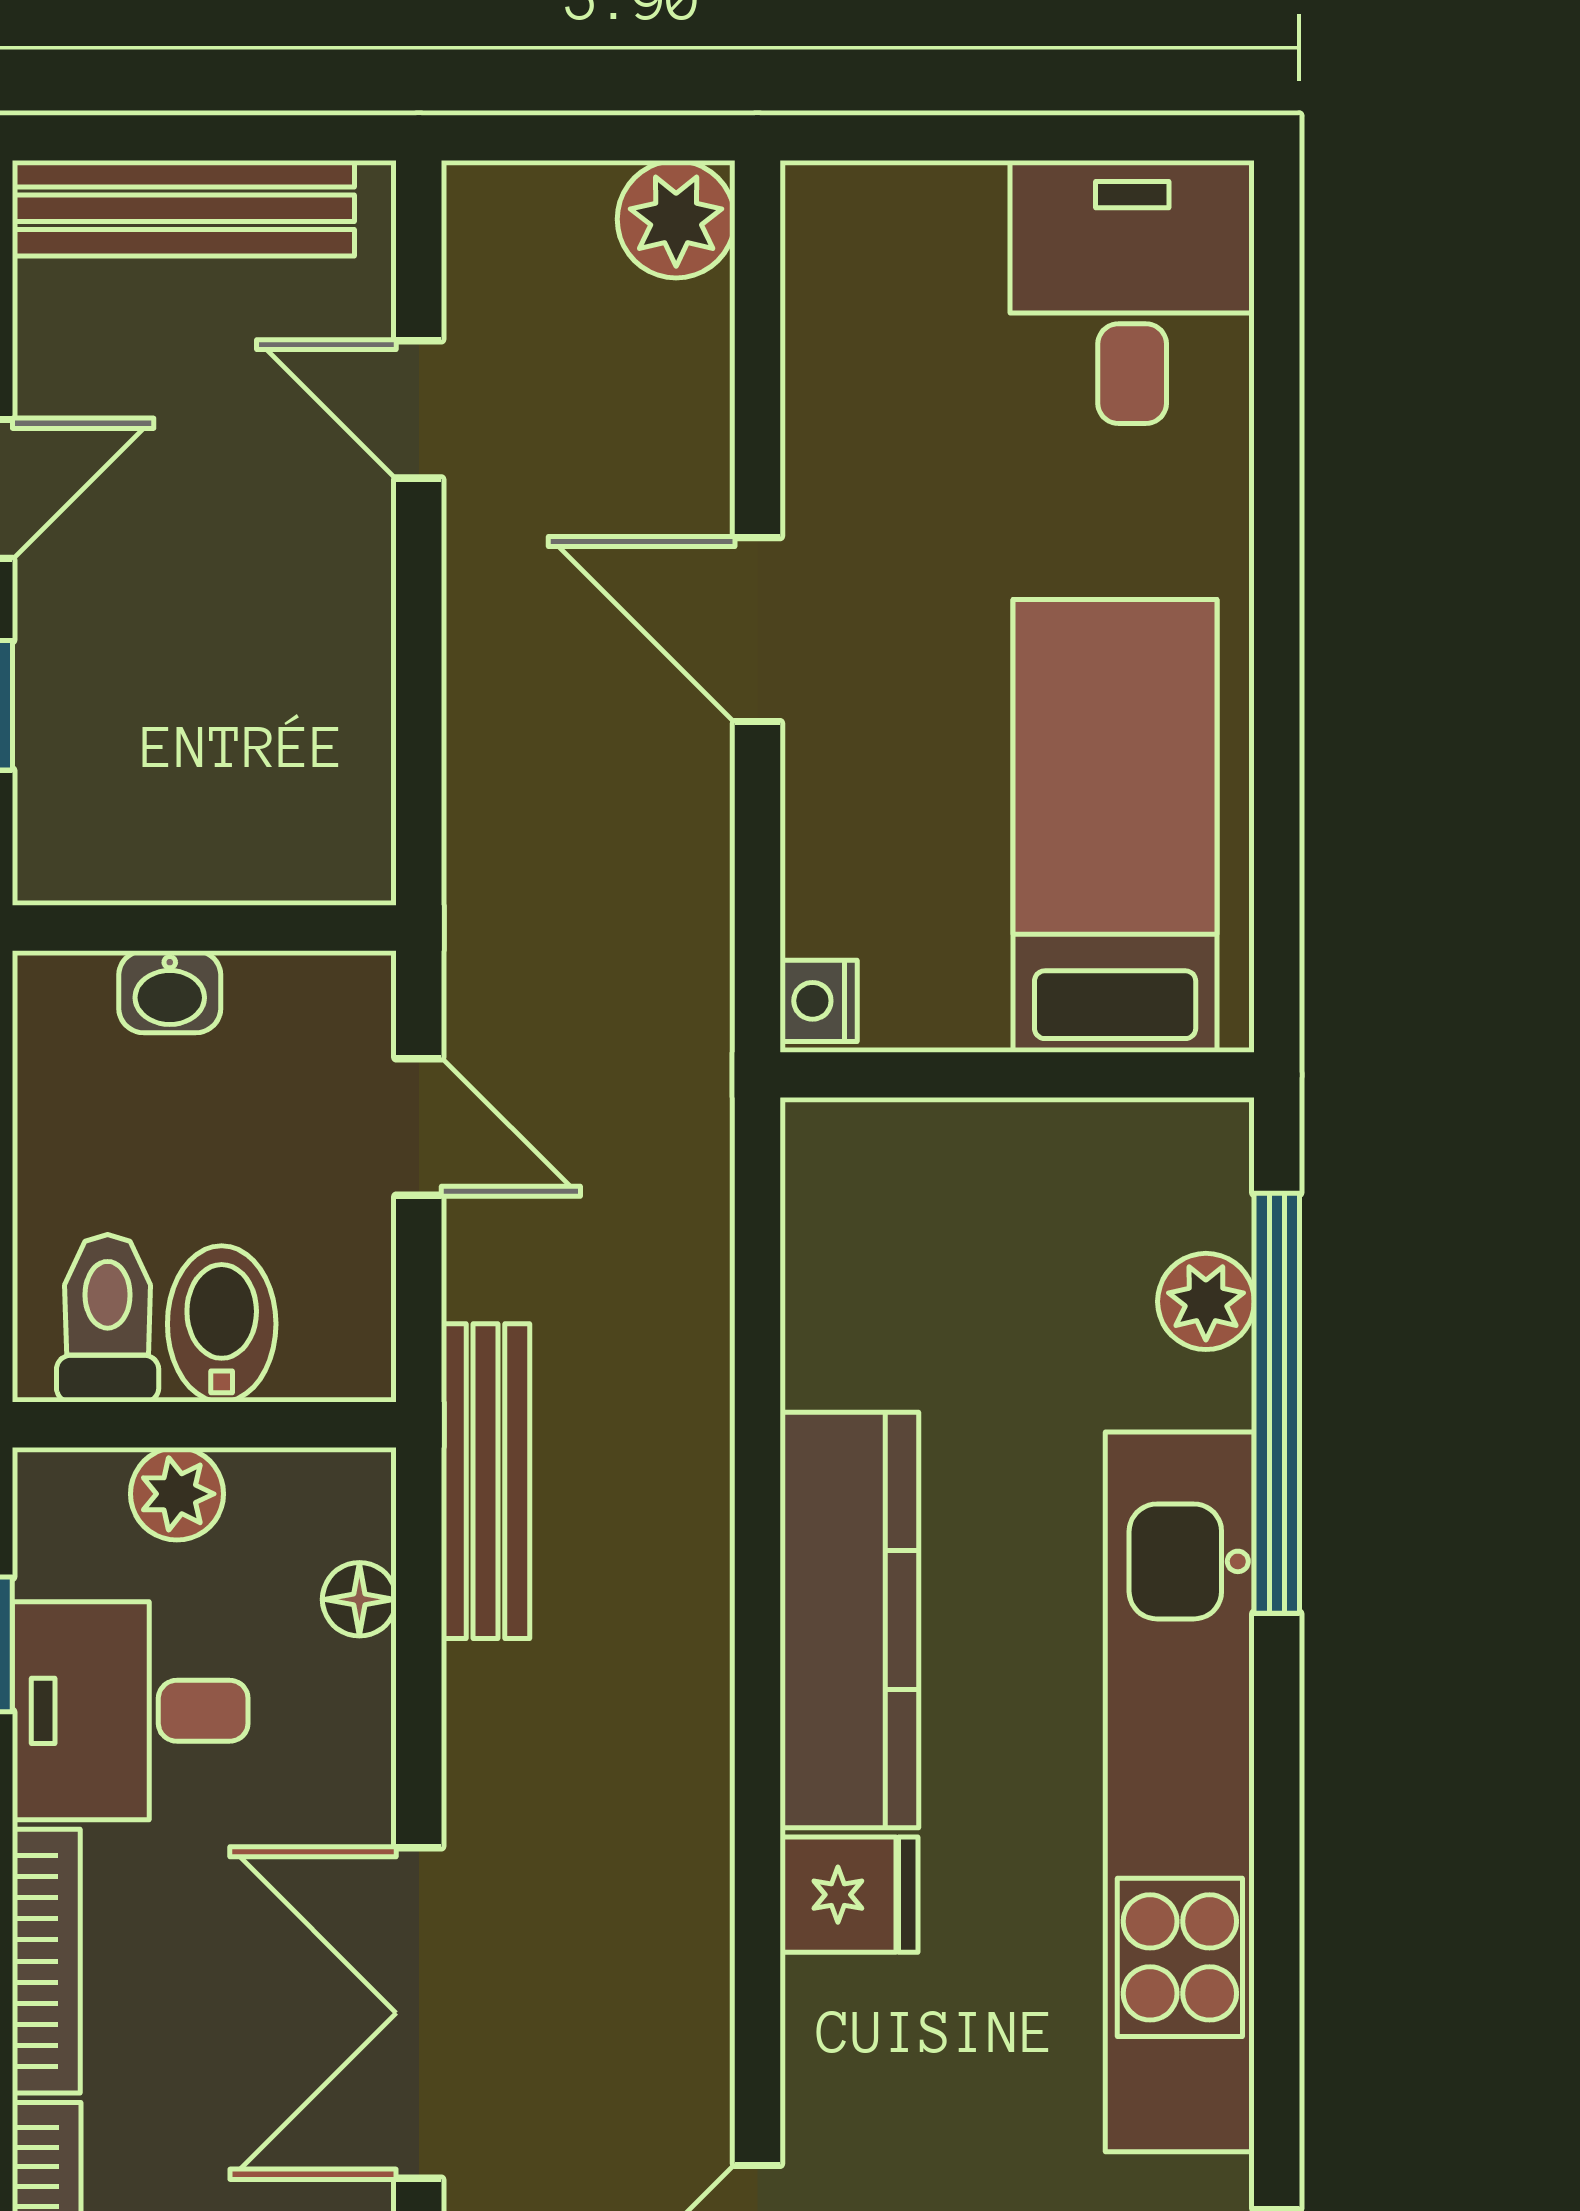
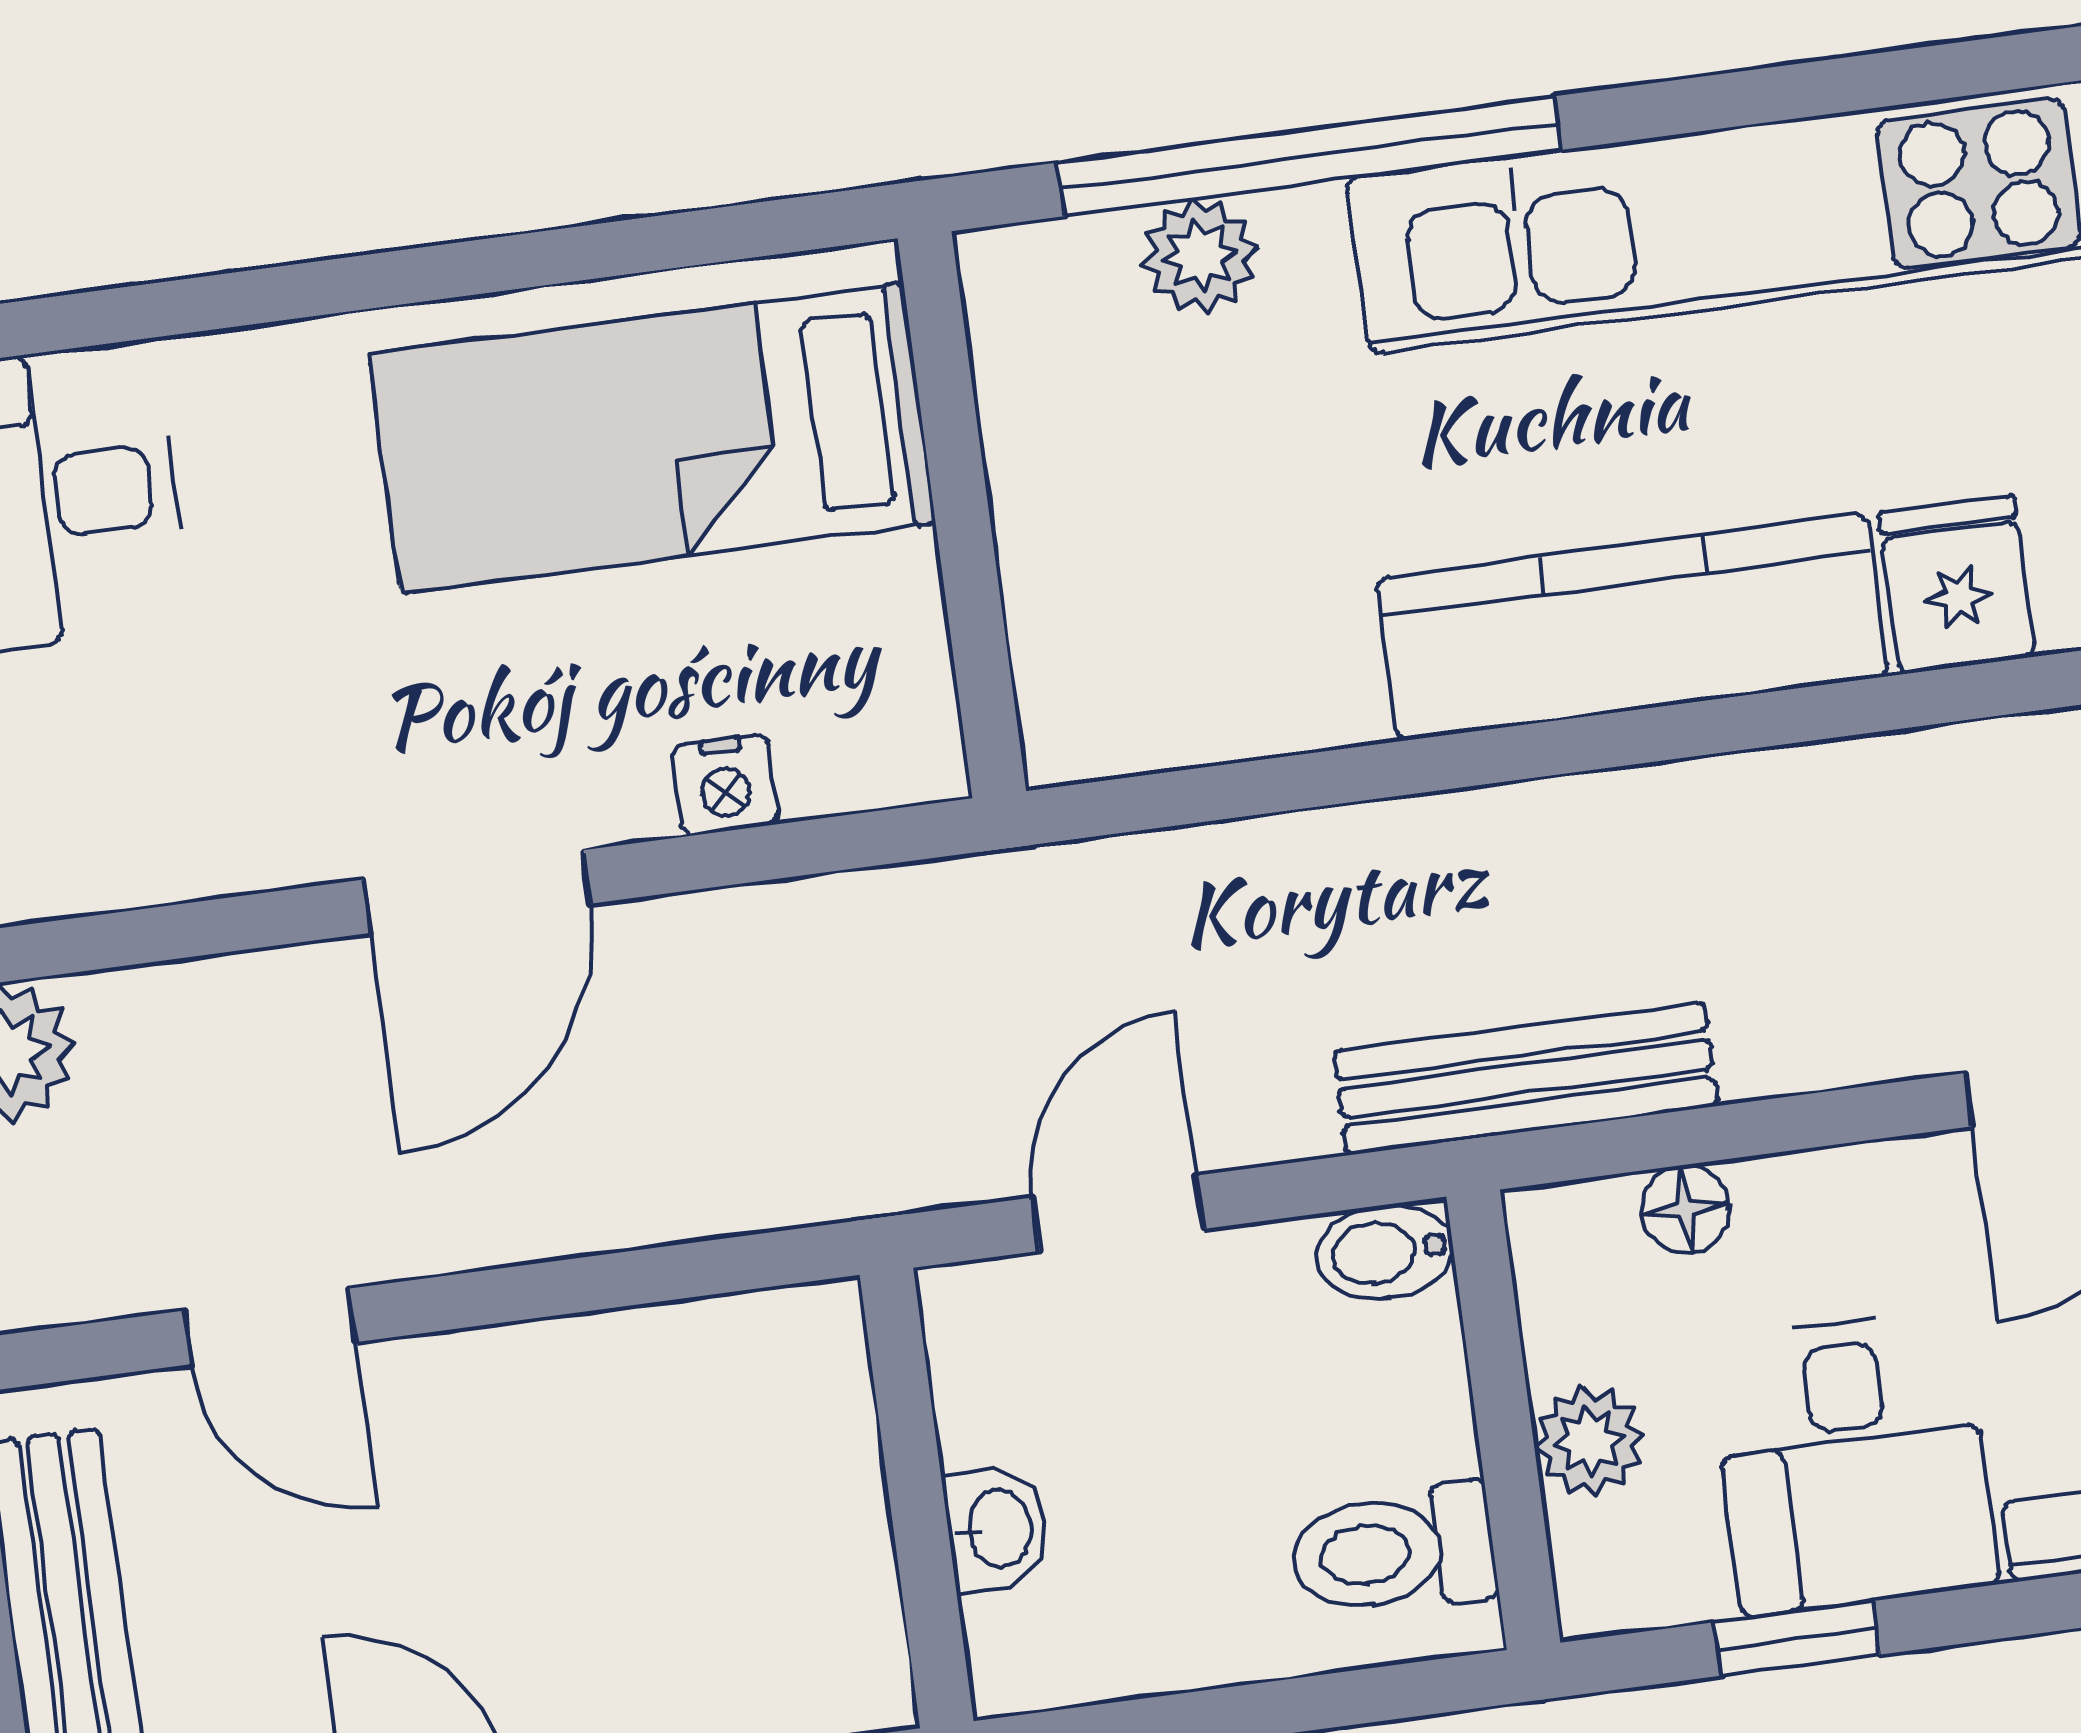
door: (419, 409) -> (270, 1326), hinge flipped
nightstand: (819, 1001) -> (725, 785), moved
bidet: (222, 1324) -> (1385, 1252), moved, width x0.72, depth x0.74

